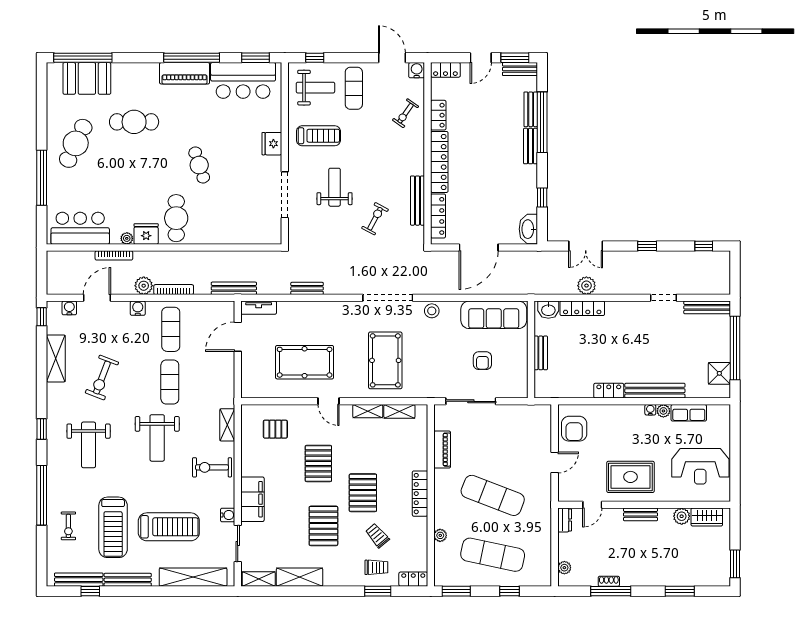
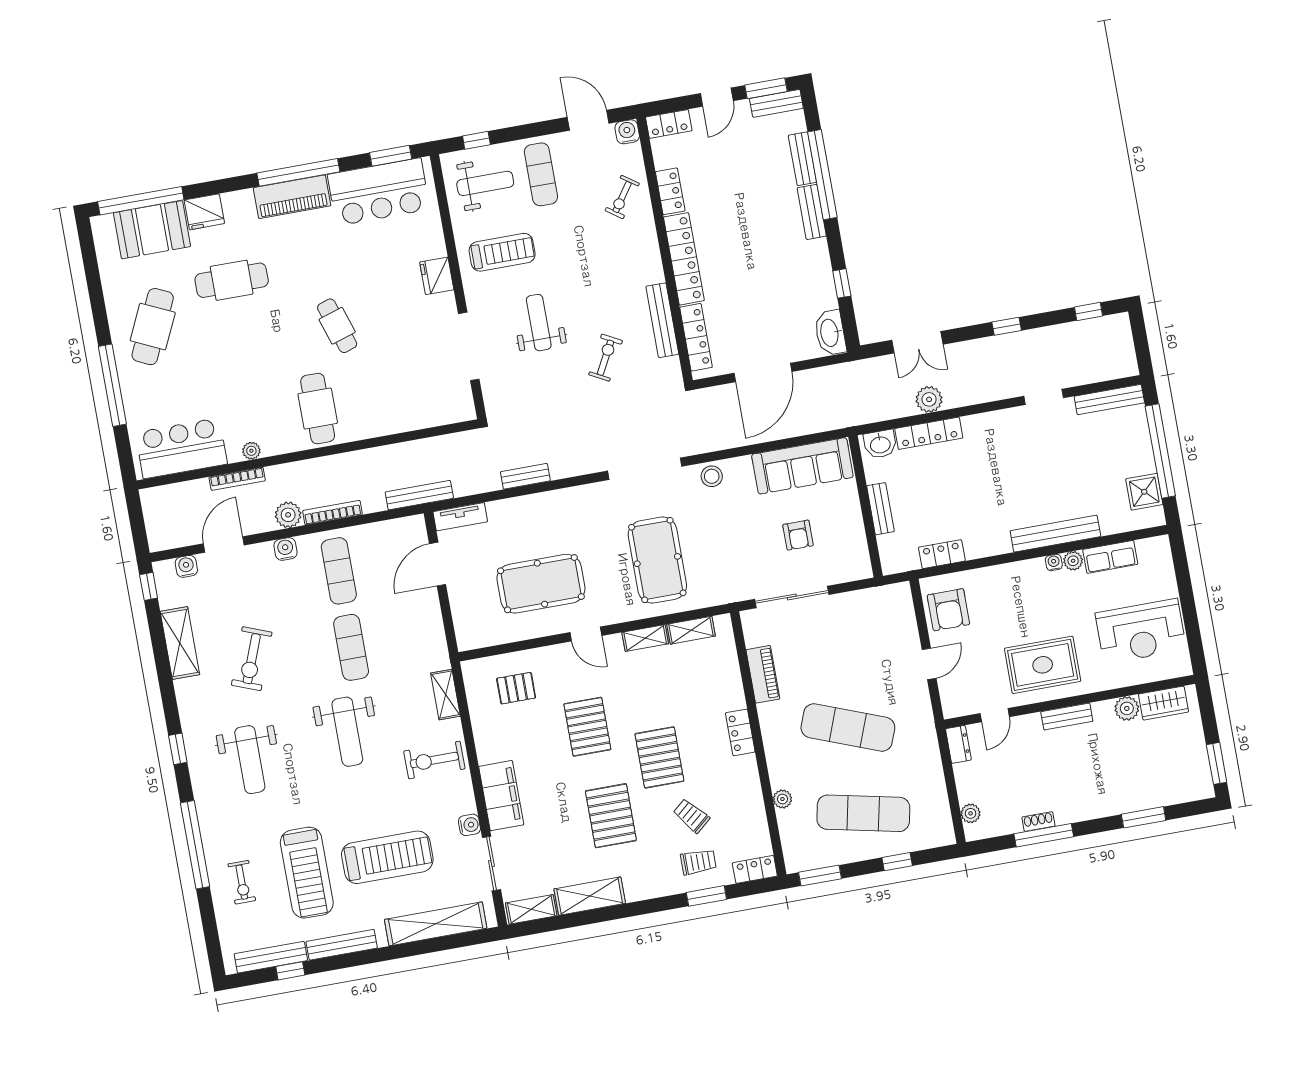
fridge: (146, 234) -> (204, 212), moved, turned 180
locker: (609, 391) -> (942, 554), moved
locker: (420, 494) -> (740, 732), width x0.66

